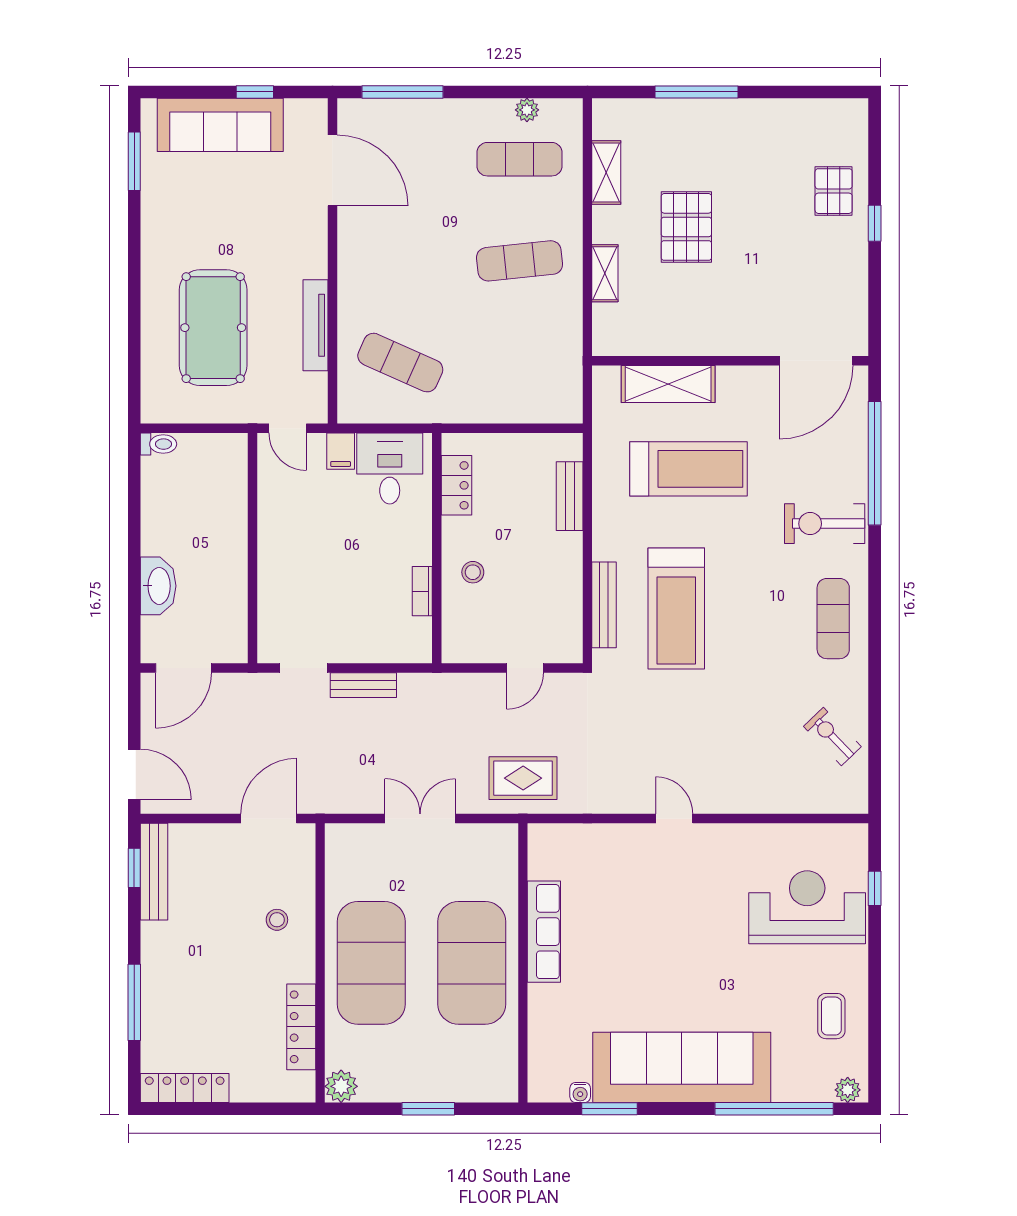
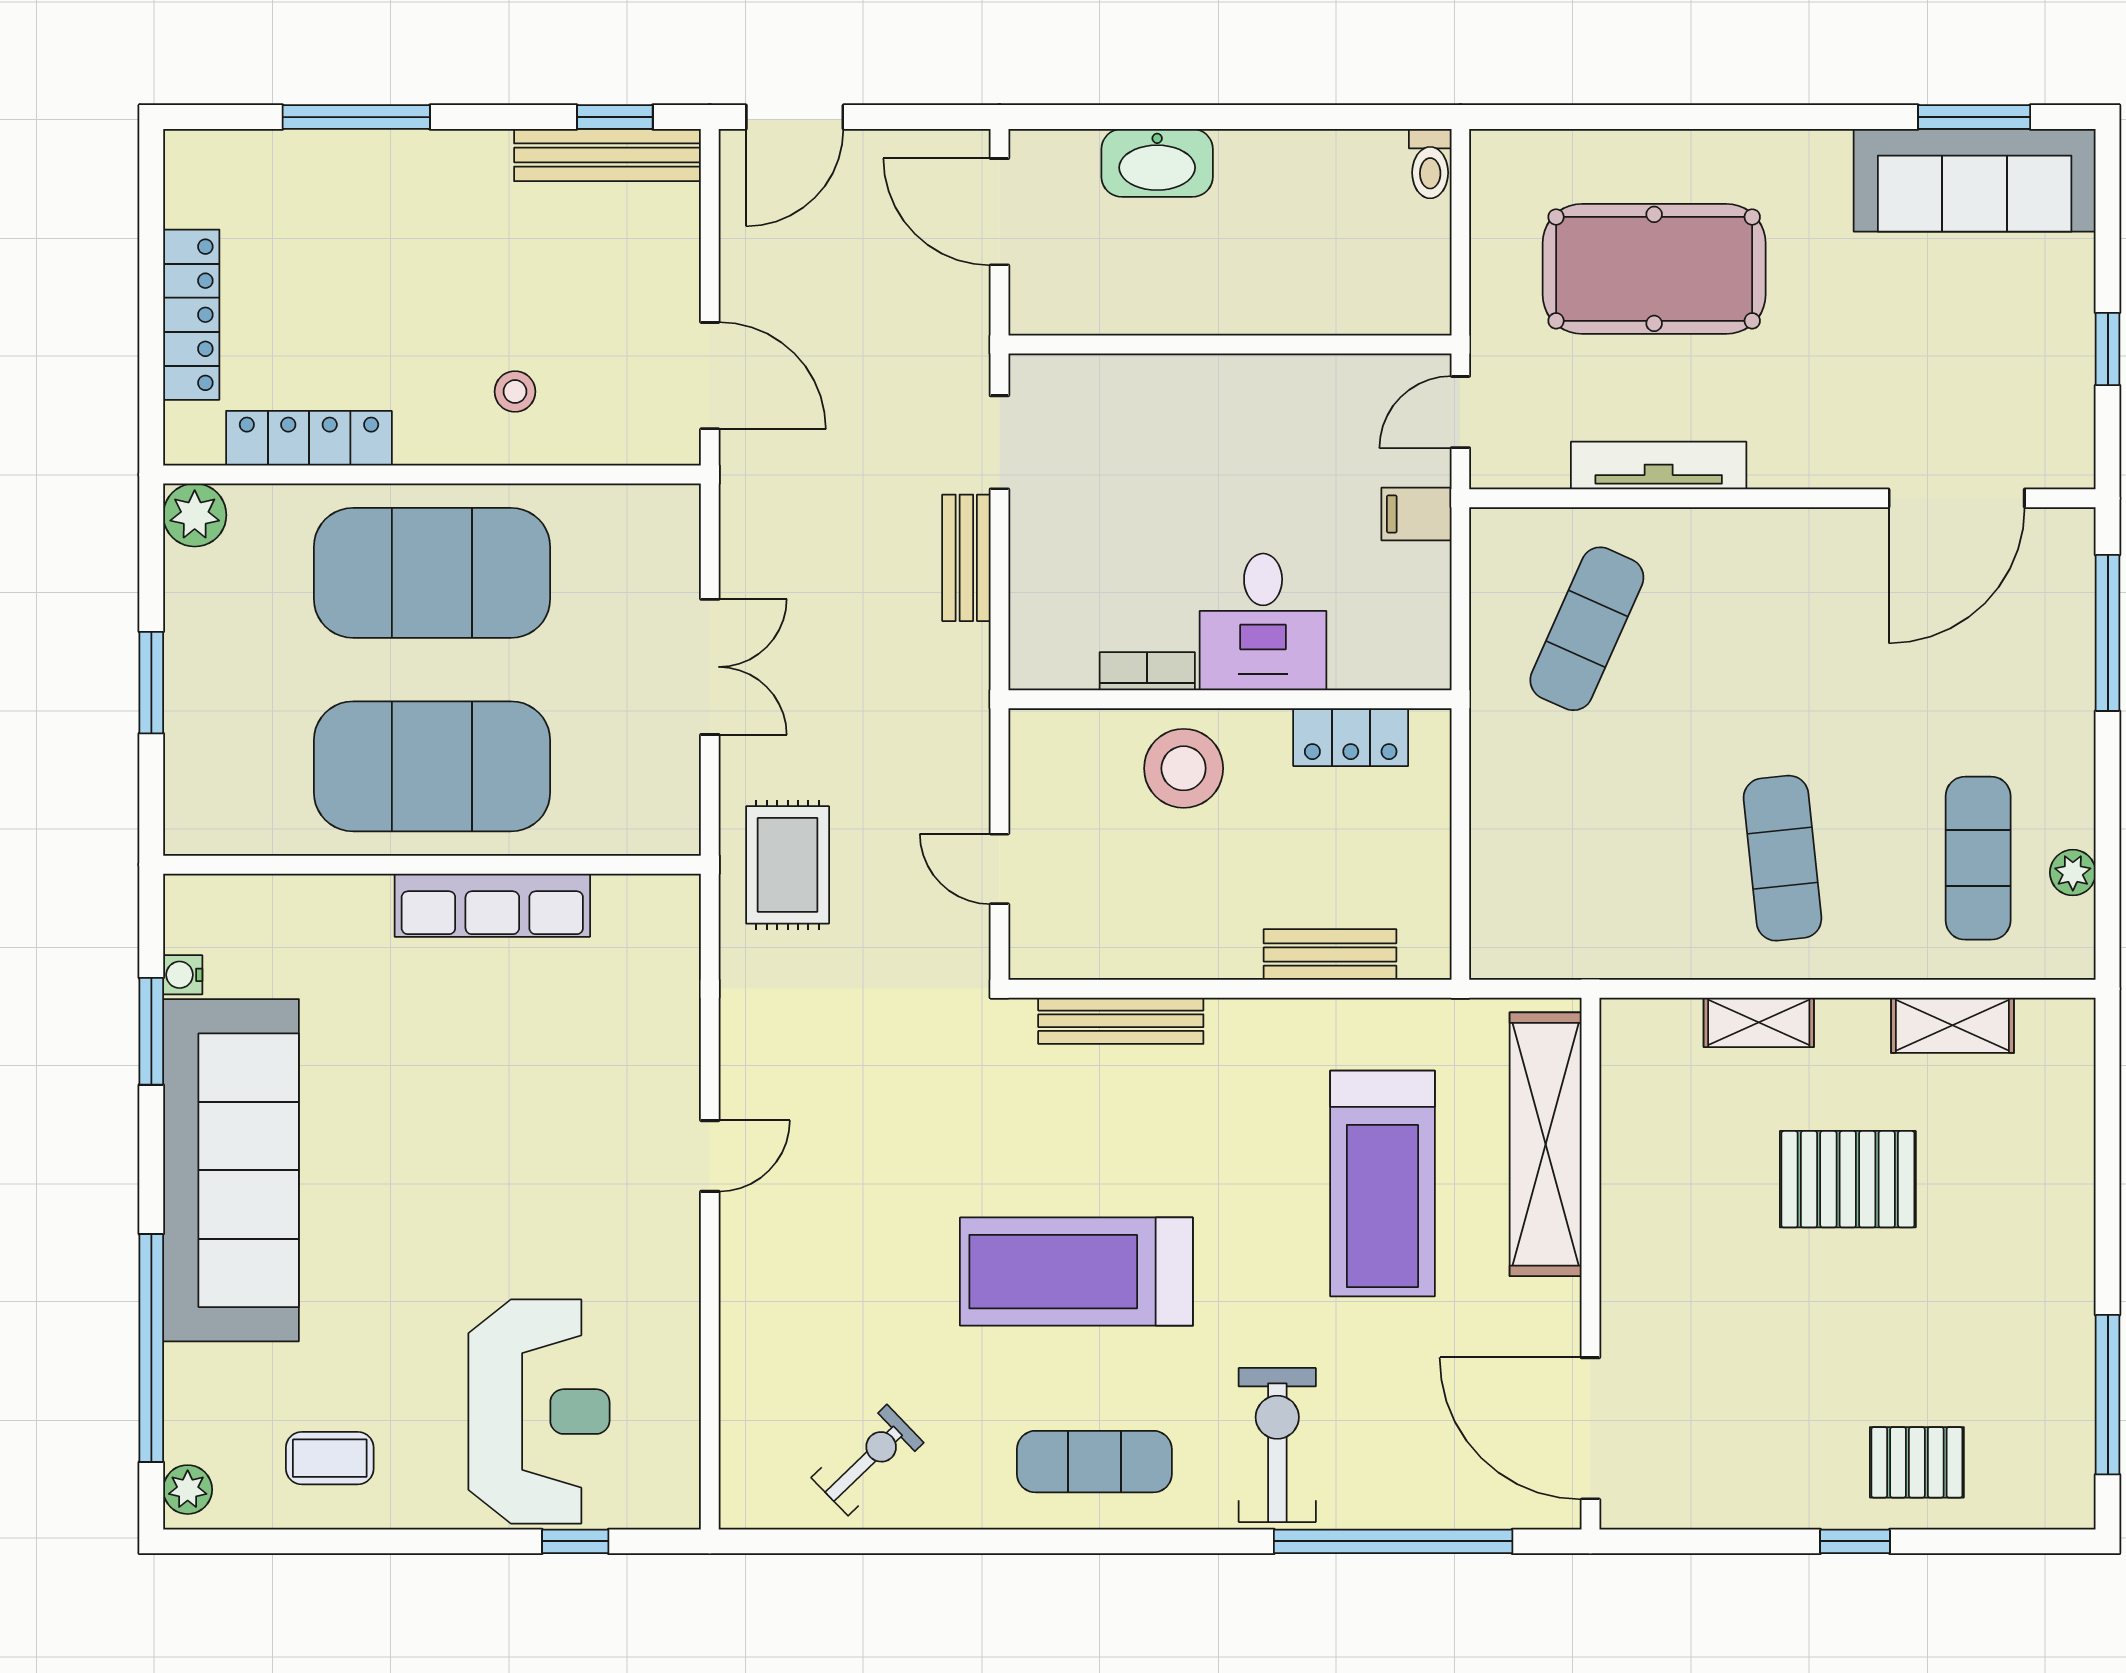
window: (696, 92) -> (2108, 1395), moved
sofa: (220, 125) -> (1975, 180), moved, turned -90
shelving: (668, 384) -> (1546, 1144), width x1.47
desk: (390, 468) -> (1263, 622), moved, turned 90
stool: (473, 572) -> (1184, 768), width x1.89, depth x1.89
treadmill: (676, 608) -> (1076, 1272), moved
locker: (185, 1088) -> (191, 315), moved

